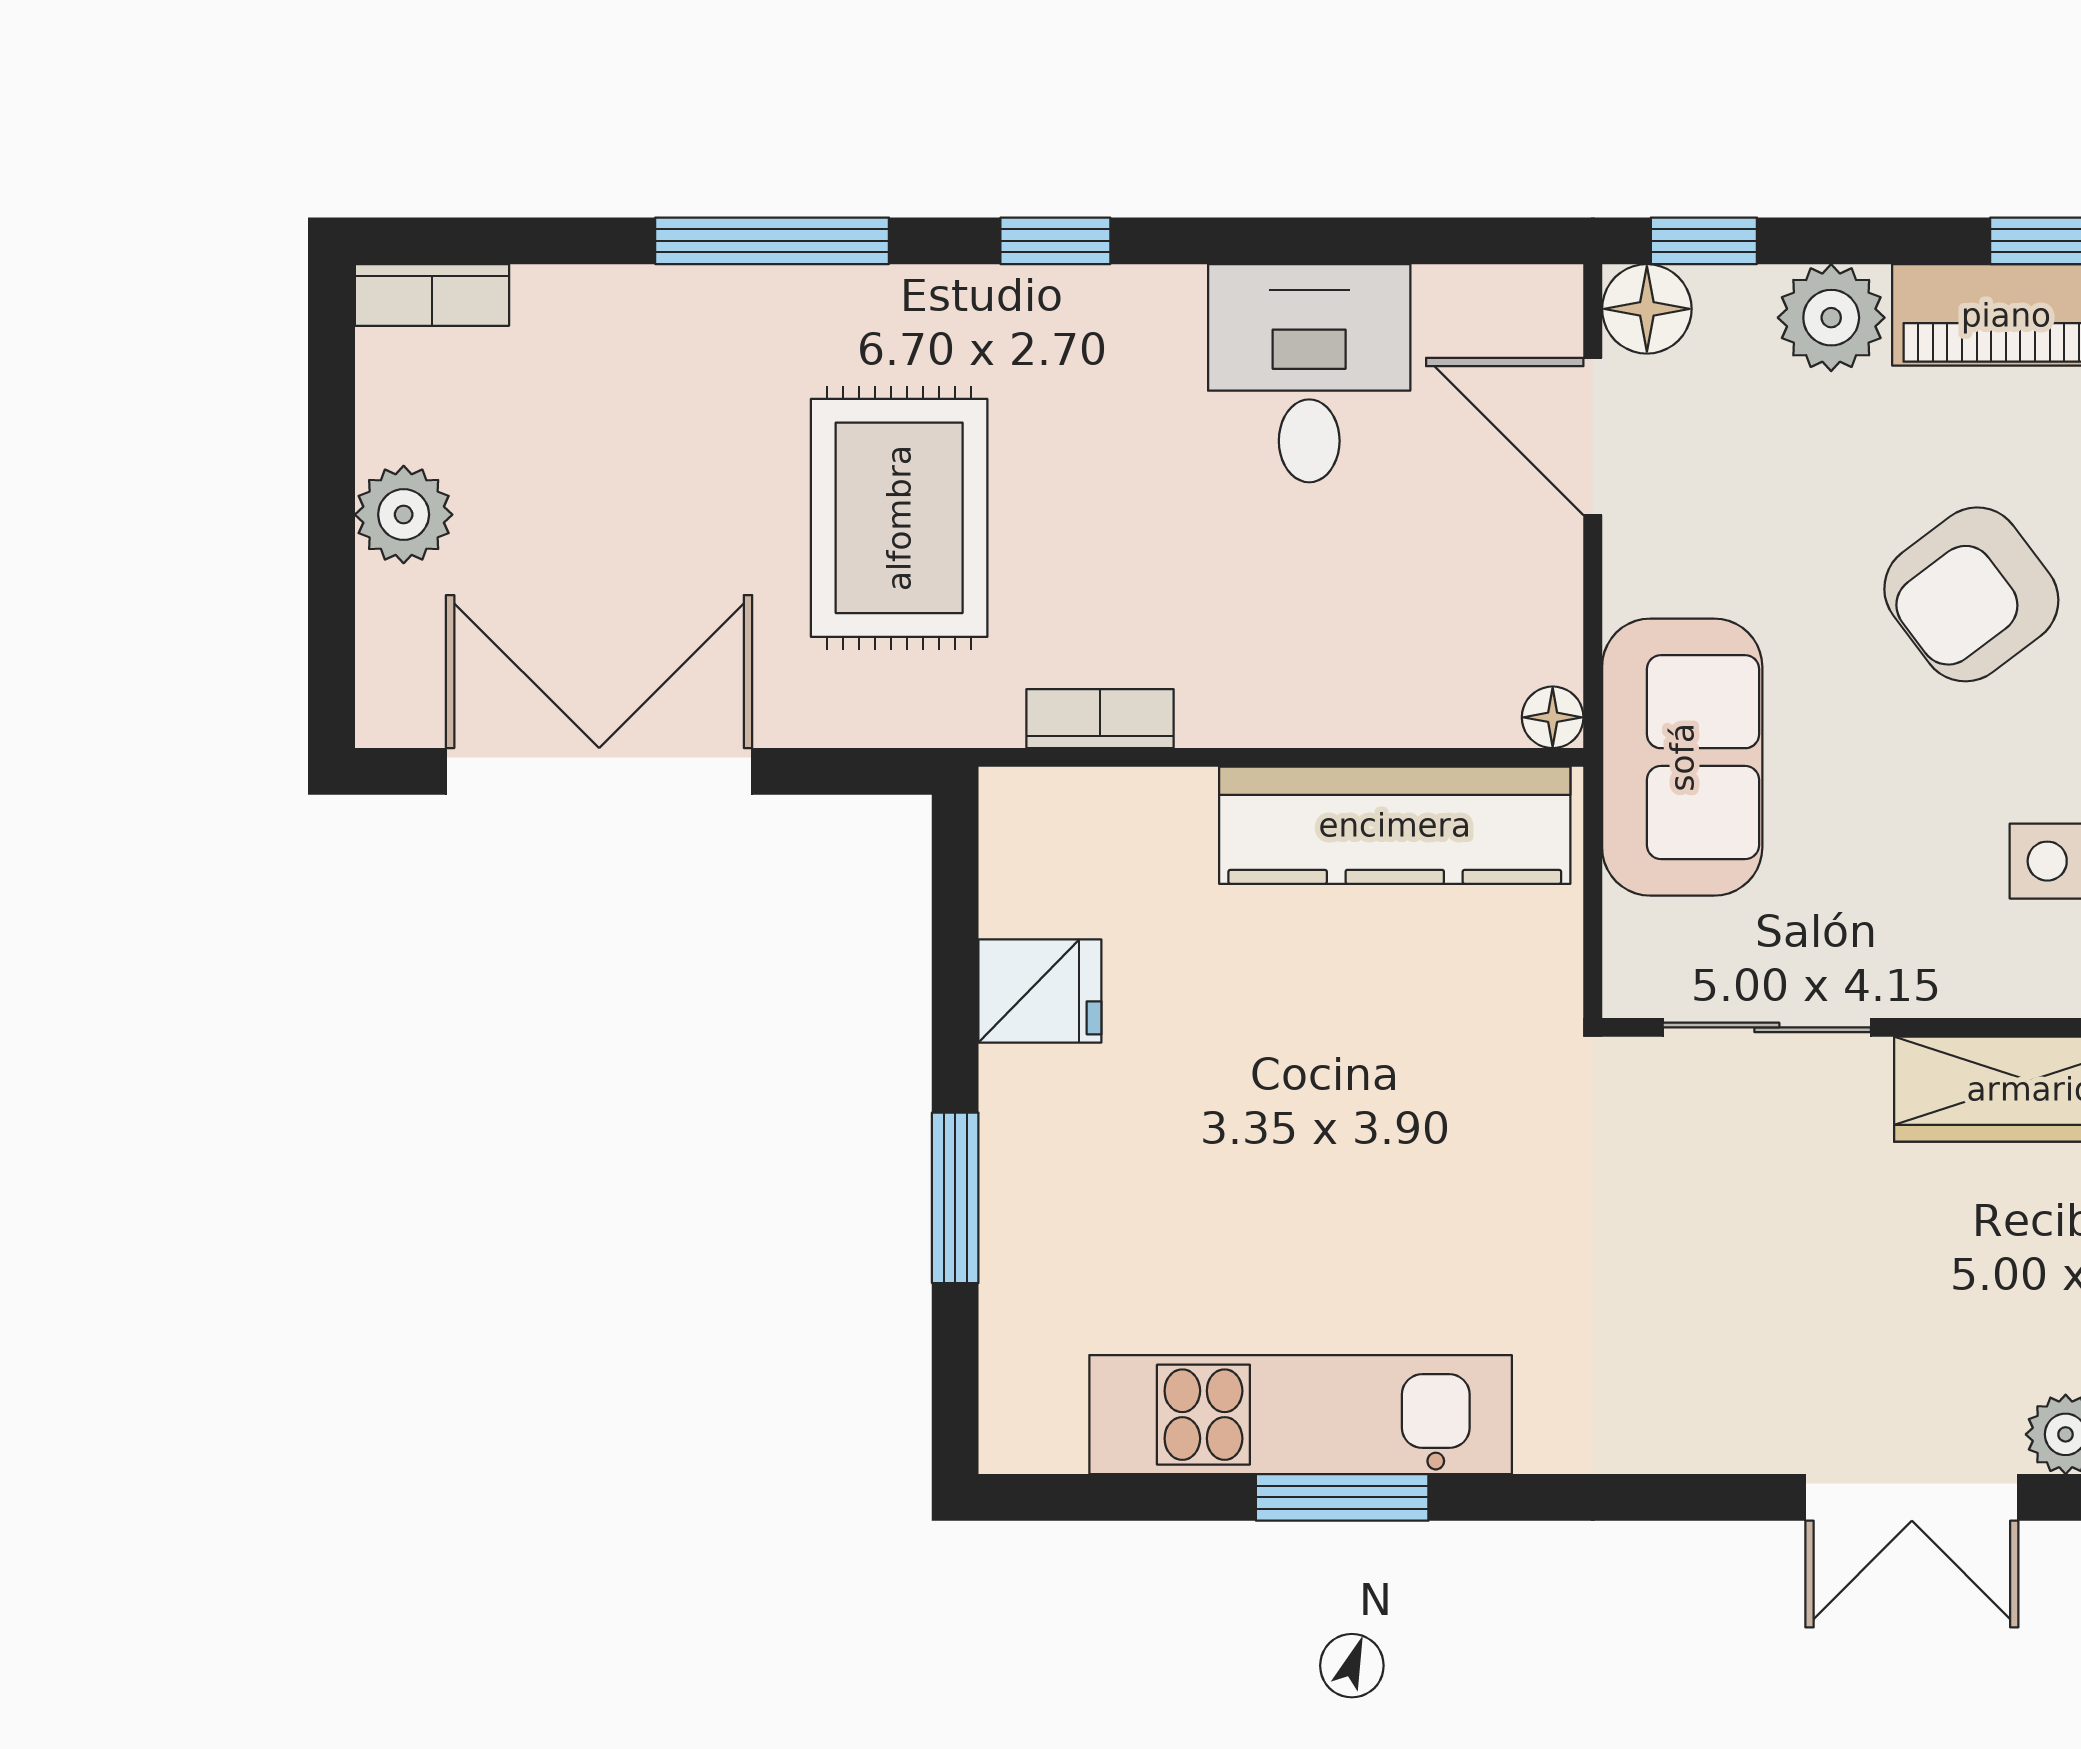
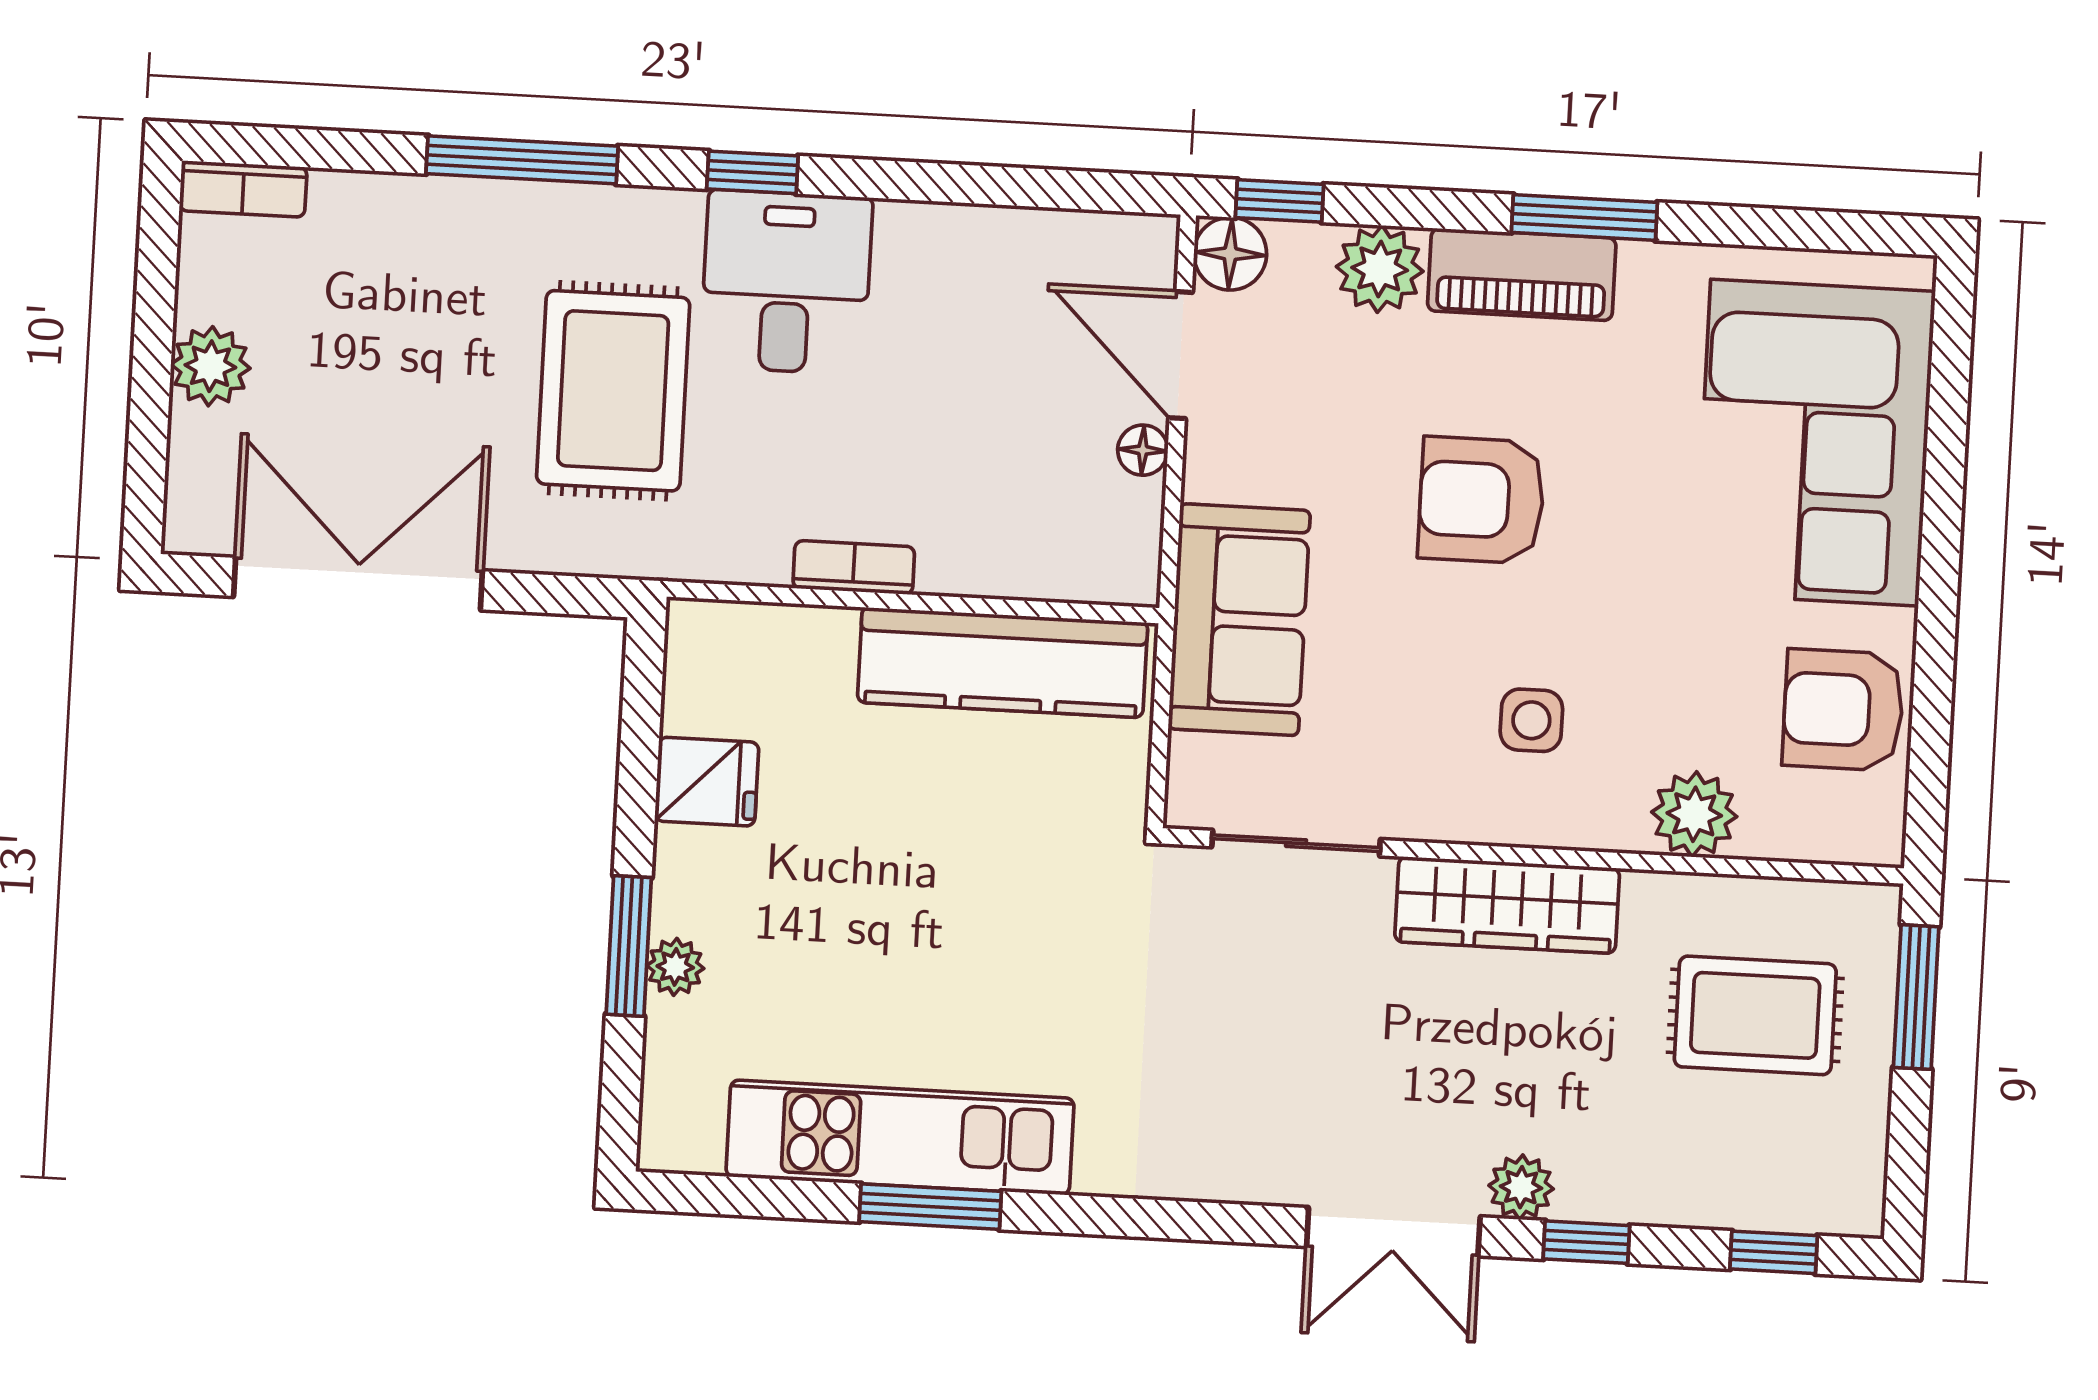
desk: (1309, 373) -> (786, 282), moved
armchair: (1971, 594) -> (1481, 500), turned 37
floor lamp: (1553, 717) -> (1143, 450), moved
bookcase: (1100, 719) -> (854, 567), moved
plant: (1014, 1220) -> (675, 967), added

